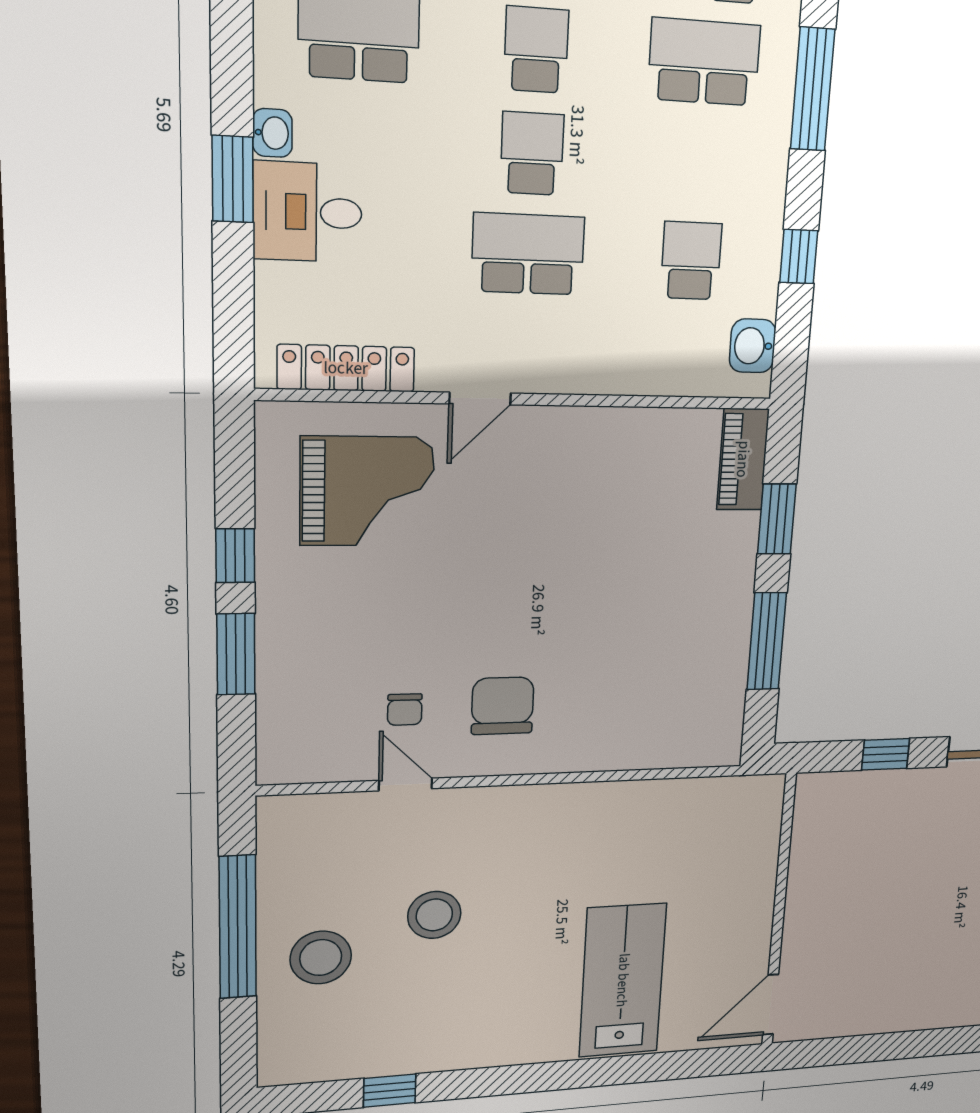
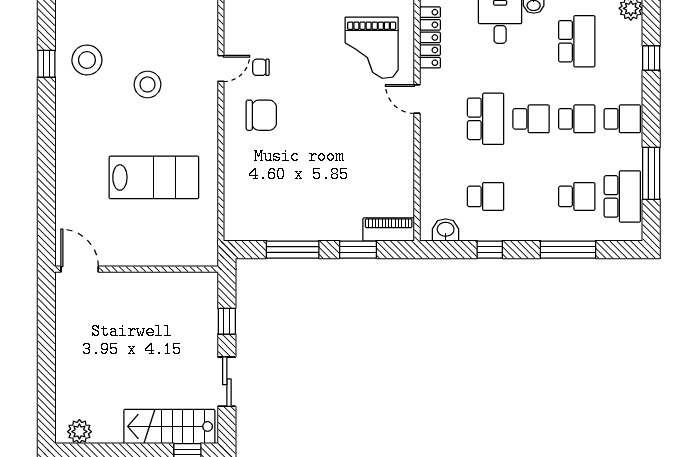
school desk: (704, 62) -> (577, 196), width x0.54
stool: (321, 958) -> (87, 60), moved
lab bench: (623, 980) -> (154, 177), moved

